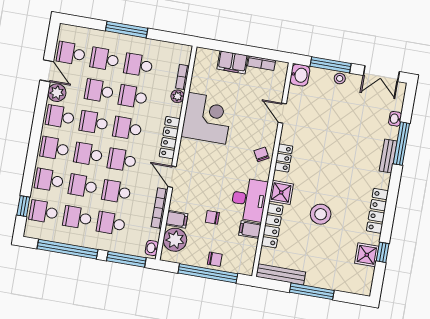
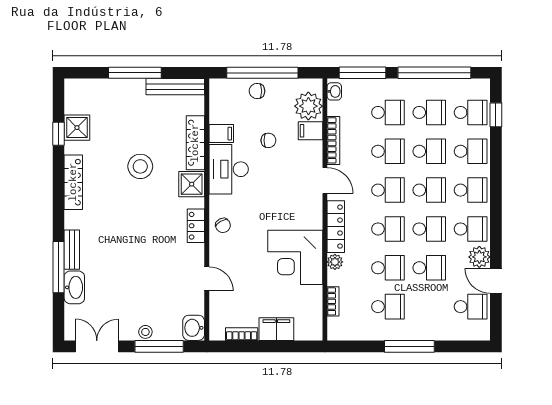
school desk: (105, 59) -> (429, 307), removed
plant: (177, 96) -> (335, 262), moved
washbasin: (395, 119) -> (74, 287), width x1.91, depth x1.45

